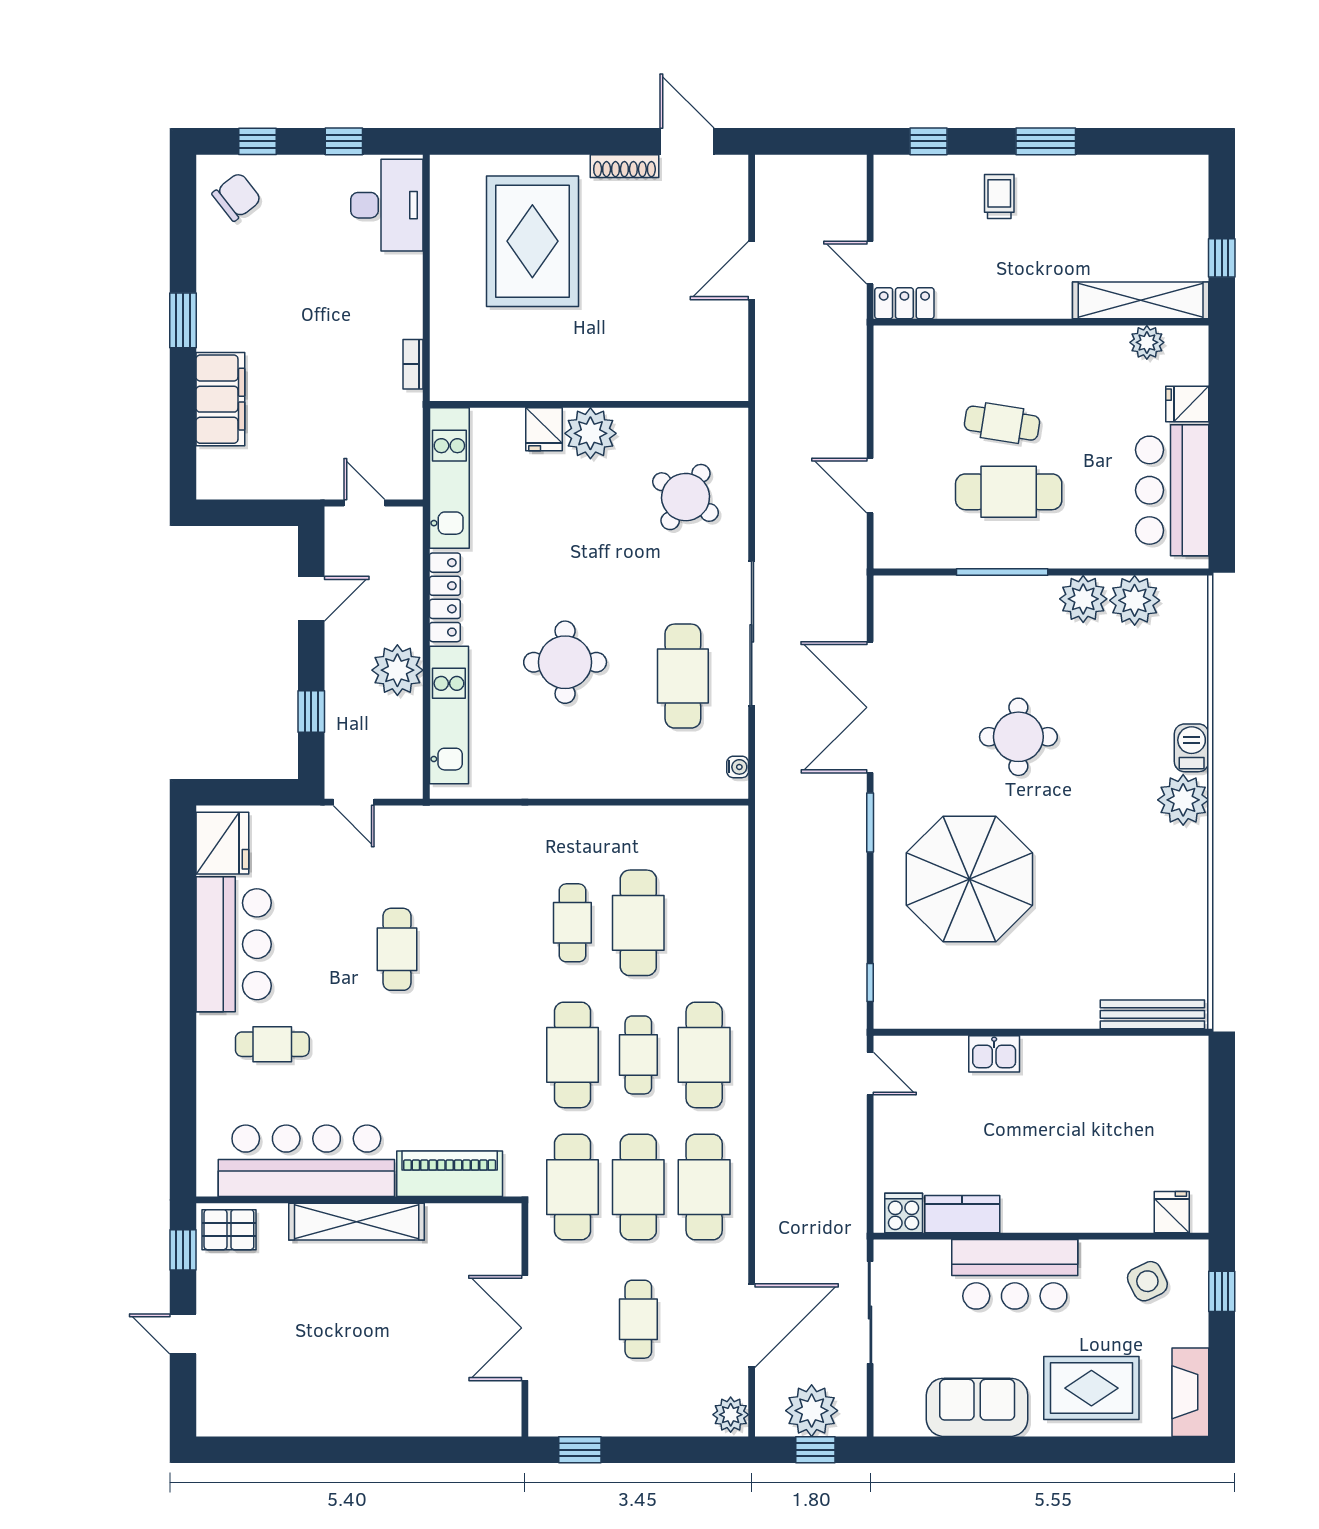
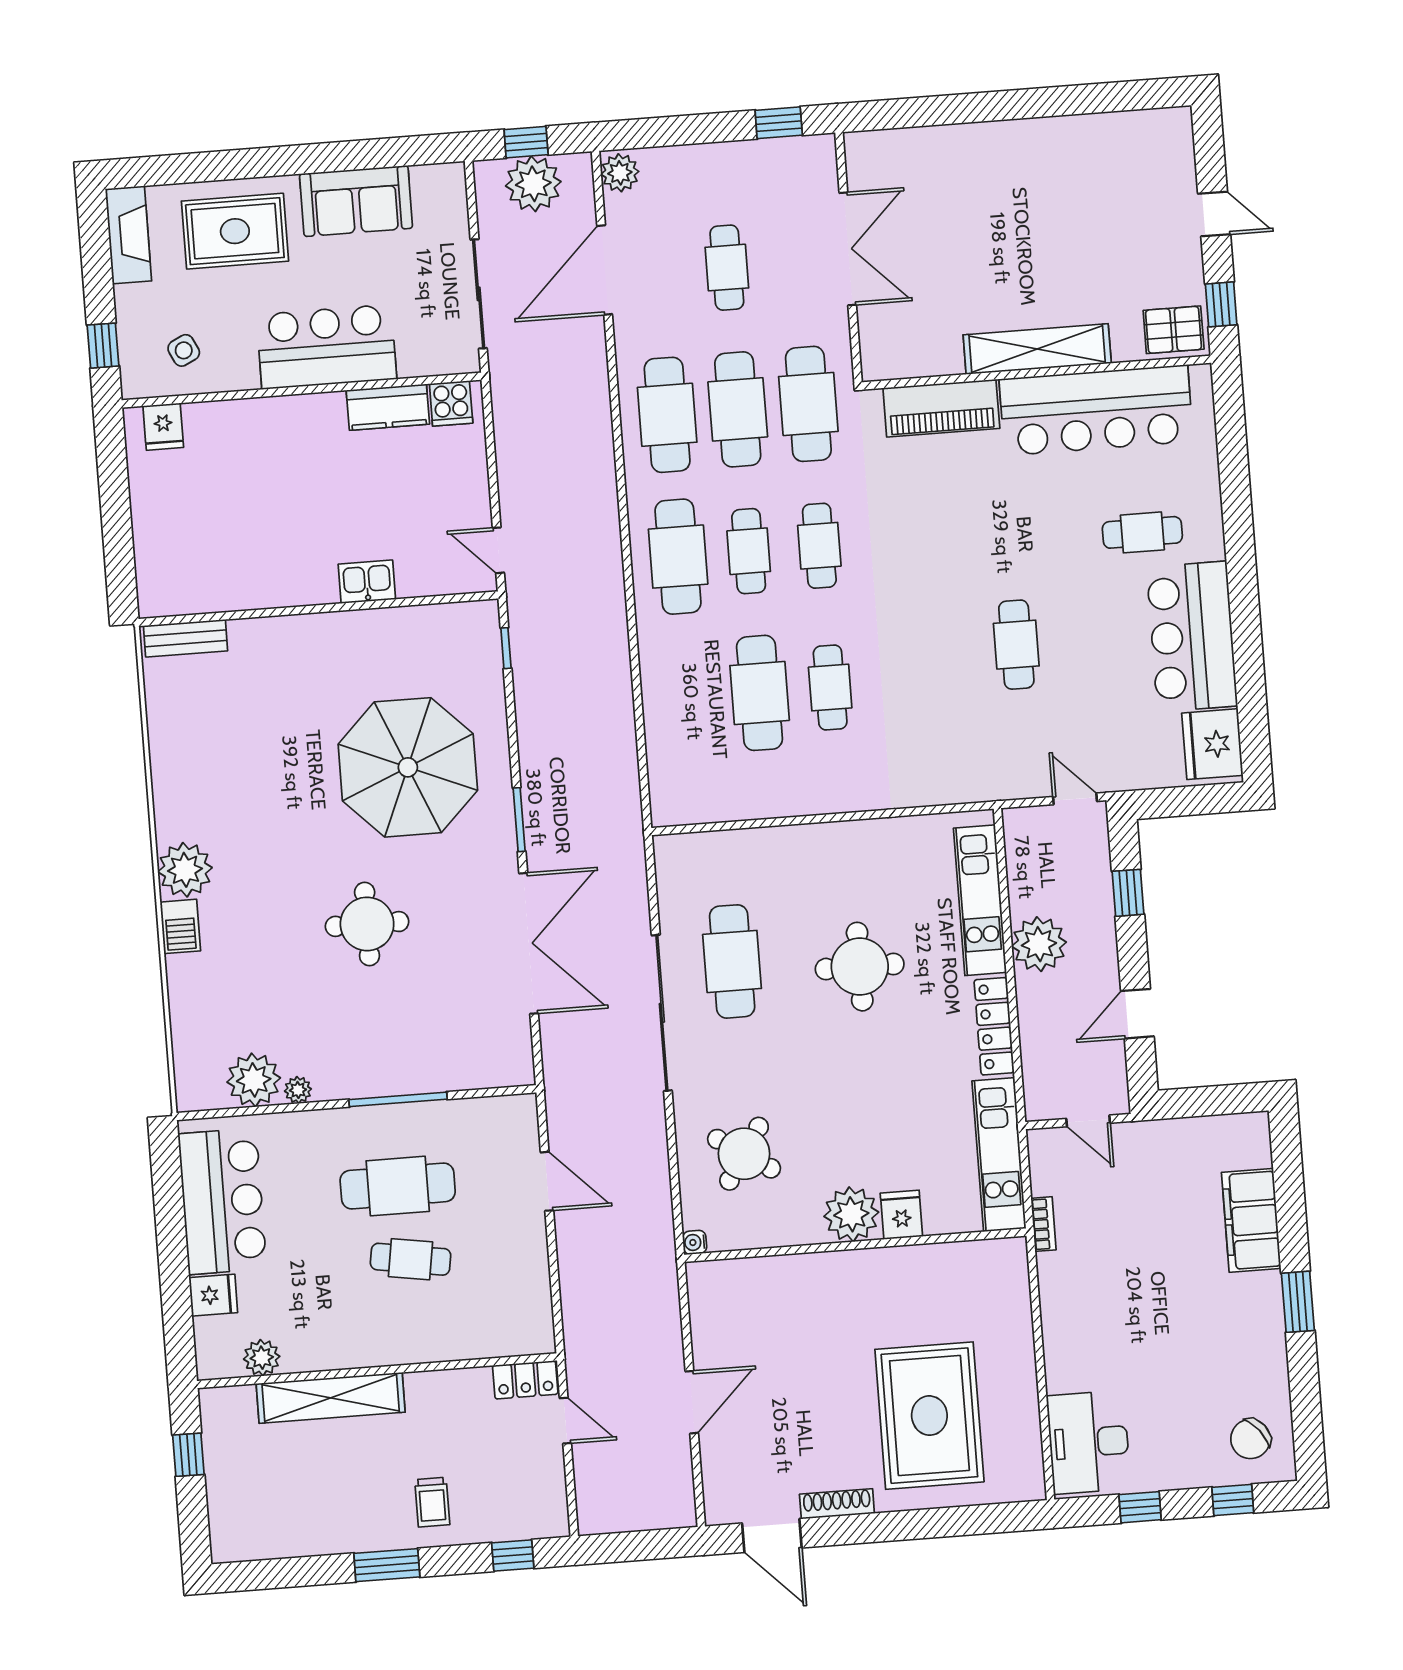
shelving: (1141, 300) -> (331, 1398), moved
bookcase: (413, 364) -> (1044, 1224), moved
plant: (1083, 599) -> (298, 1090), width x0.53, depth x0.53
water cooler: (738, 767) -> (695, 1242), moved
bench: (1152, 1014) -> (185, 638), width x0.73
cafe table: (572, 1055) -> (819, 546), width x0.73, depth x0.74
side table: (1147, 1281) -> (184, 350), width x0.73, depth x0.73

